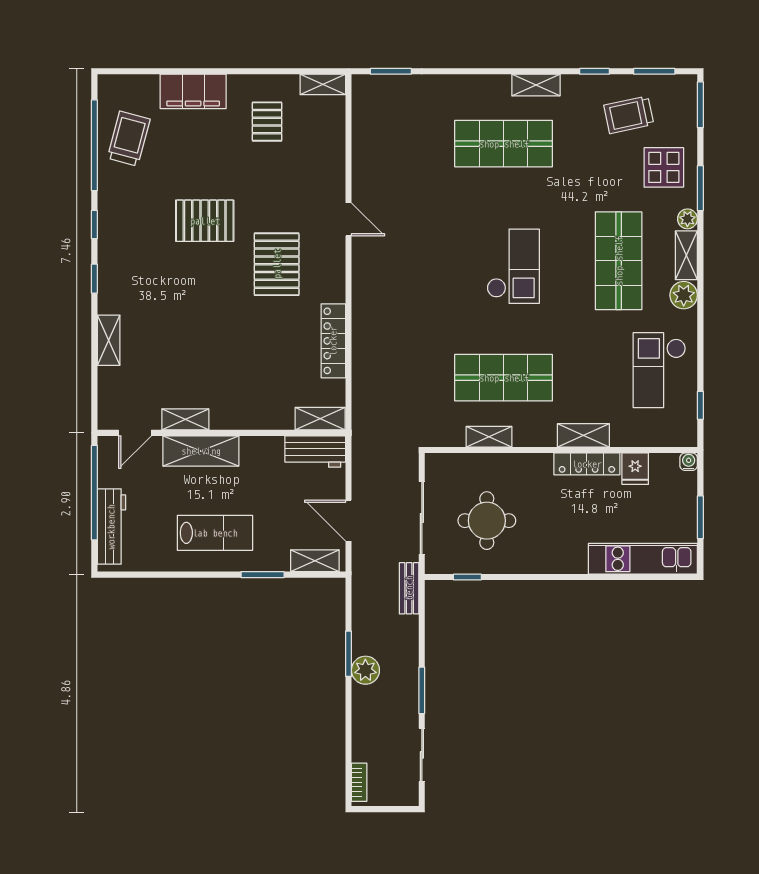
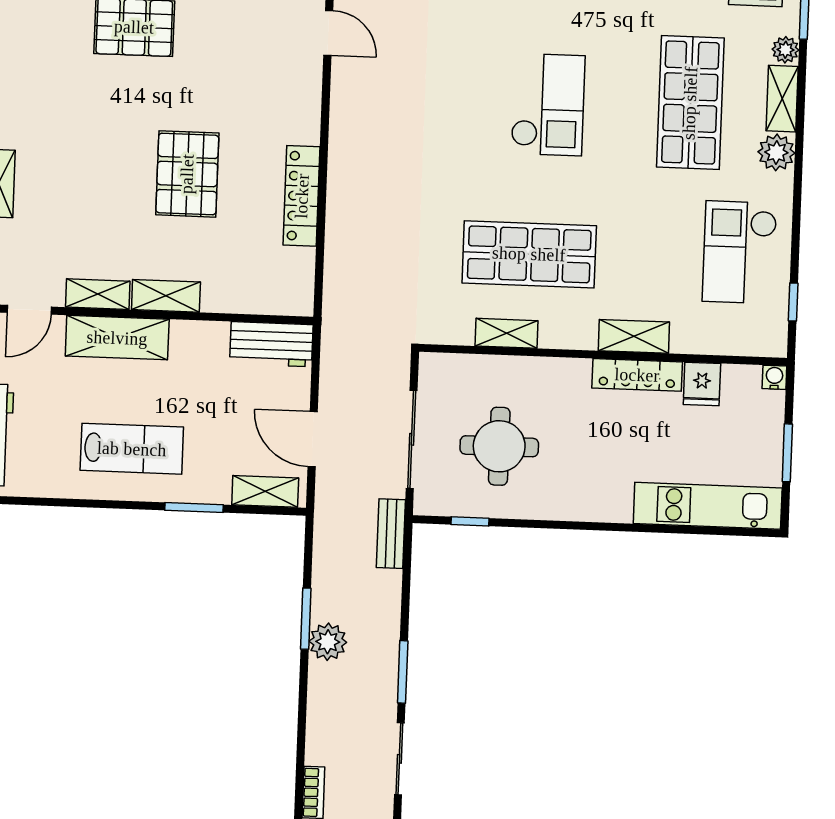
pallet: (277, 264) -> (187, 174), moved
shelving: (320, 419) -> (166, 296), moved

